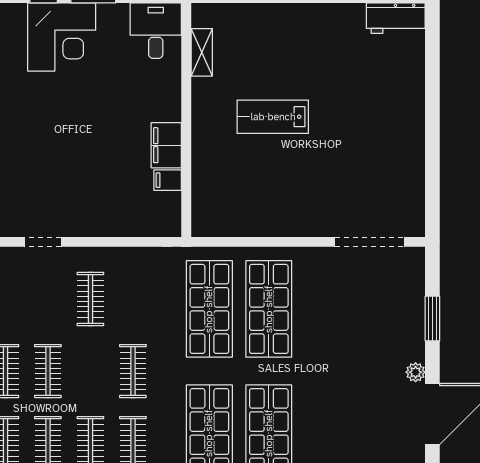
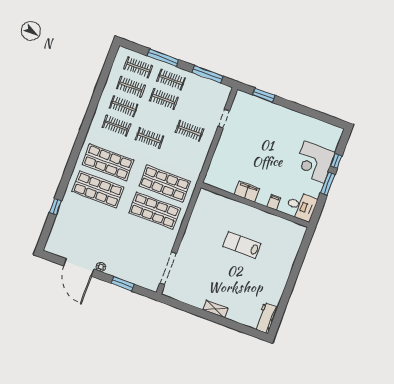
shelving: (202, 52) -> (215, 309), moved
lab bench: (273, 117) -> (242, 245), turned -90
filing cabinet: (168, 180) -> (274, 202), moved

